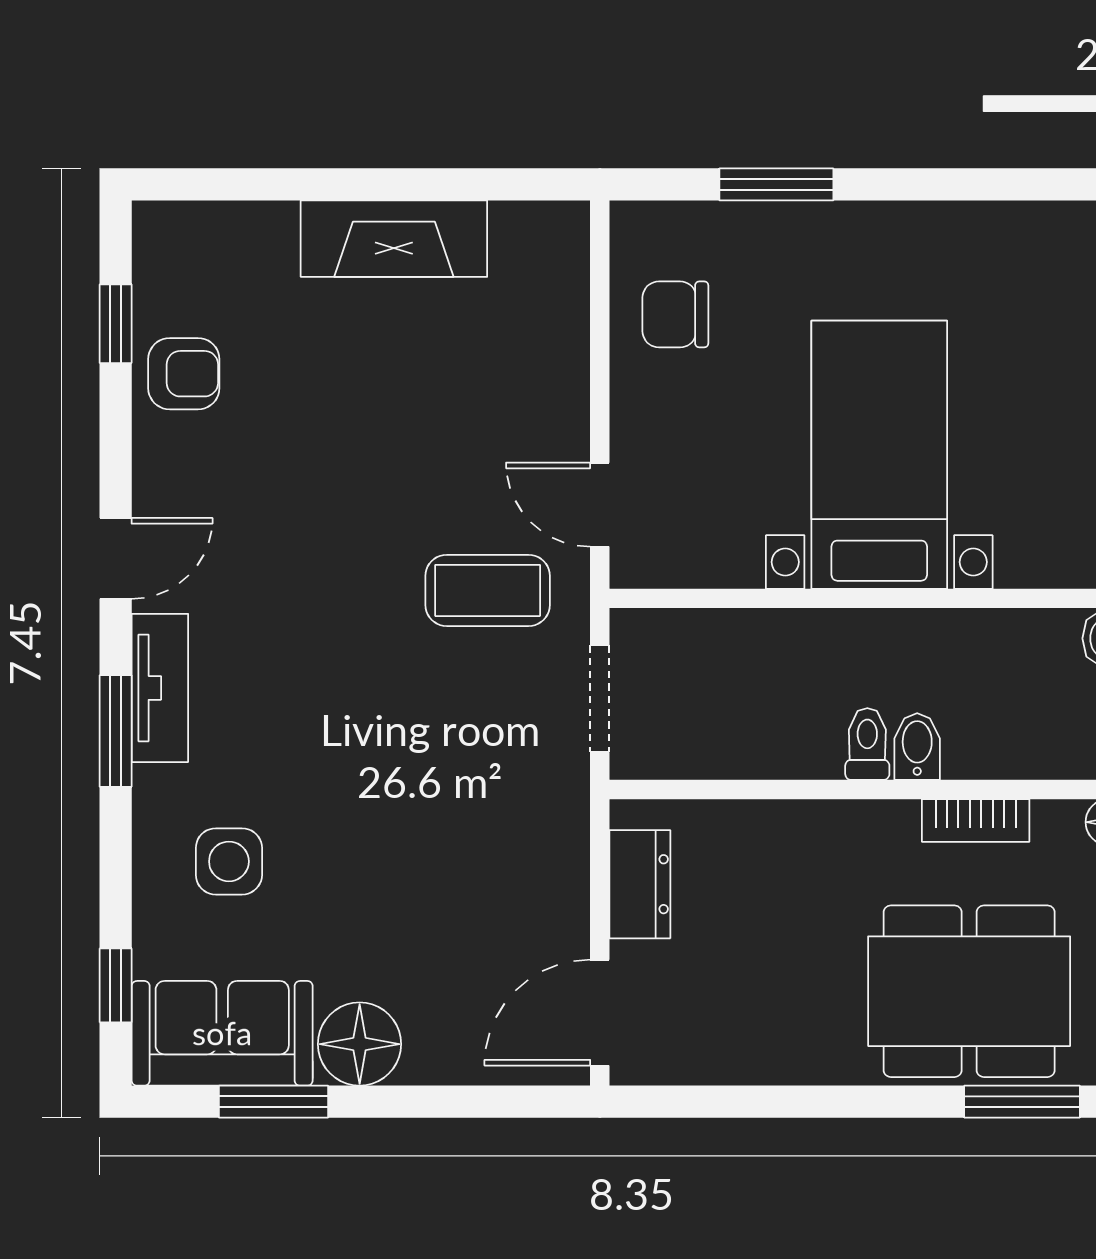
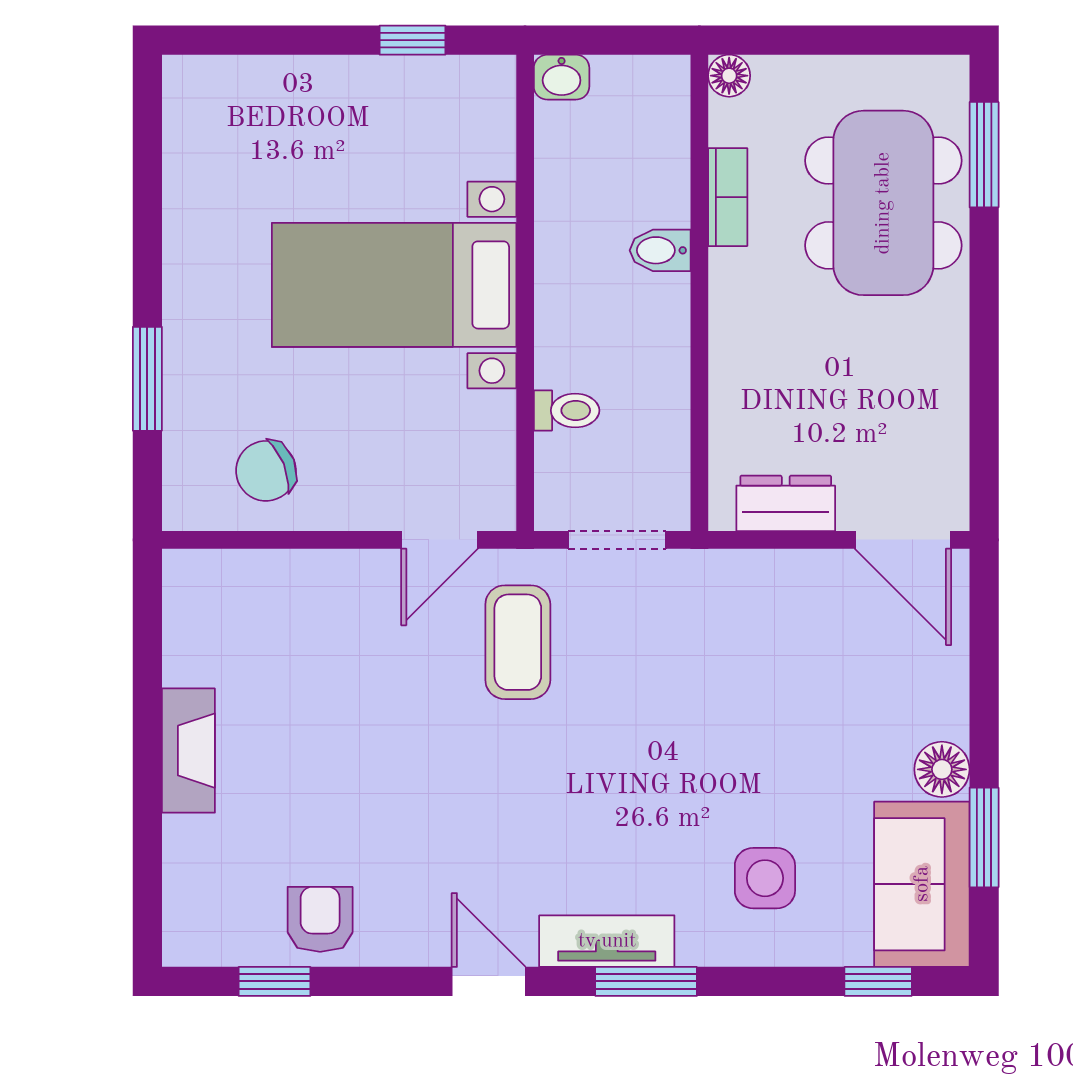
fireplace: (394, 239) -> (188, 751), width x0.73, depth x0.76
chair: (675, 314) -> (266, 471), turned 68
toilet: (867, 744) -> (567, 410), moved, turned 180
floor lamp: (360, 1044) -> (942, 769), width x0.73, depth x0.73

